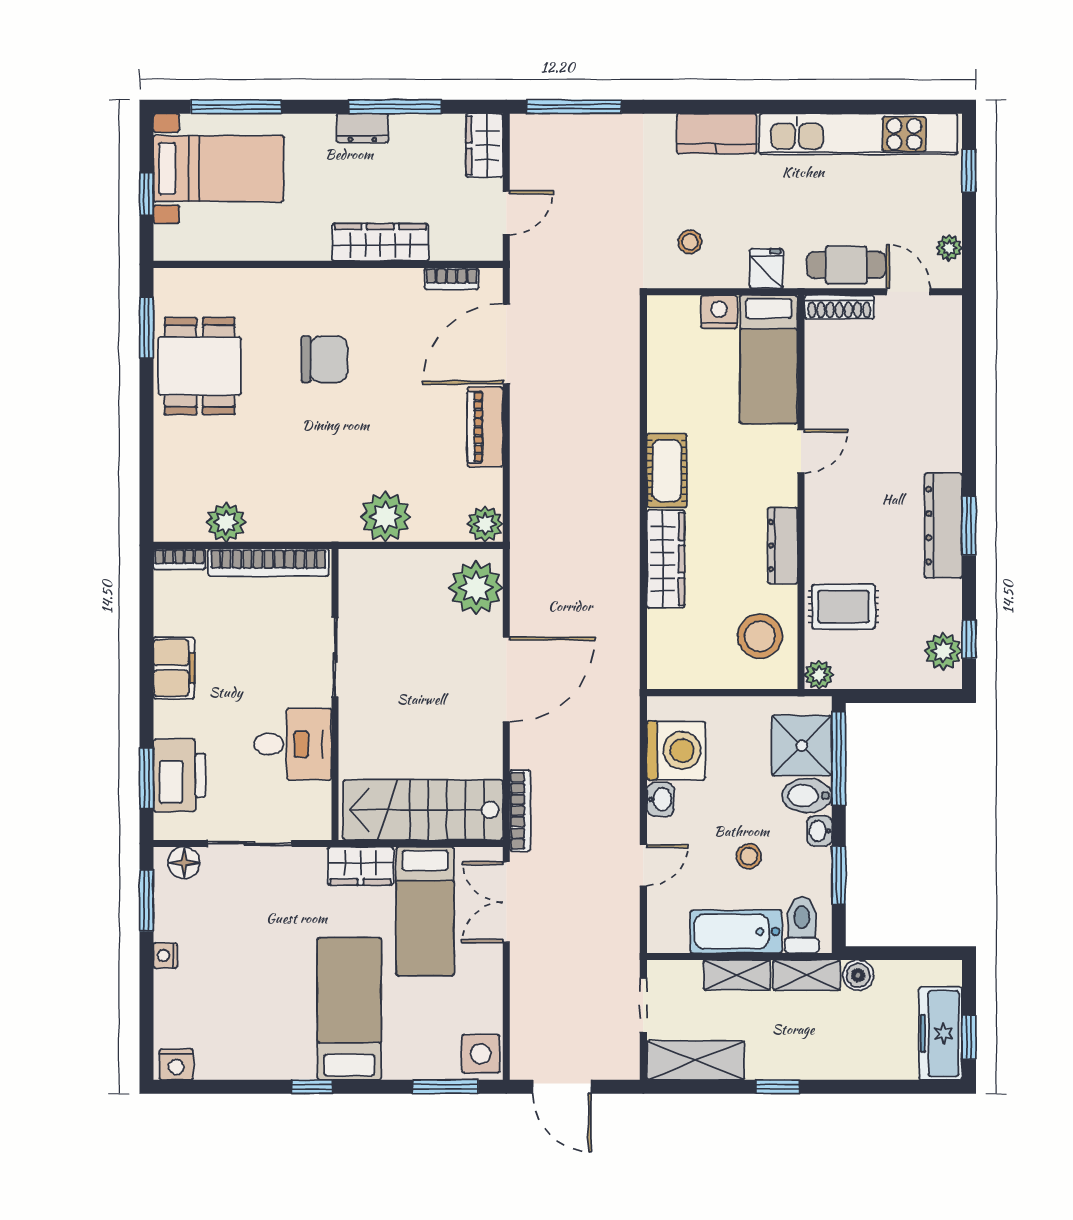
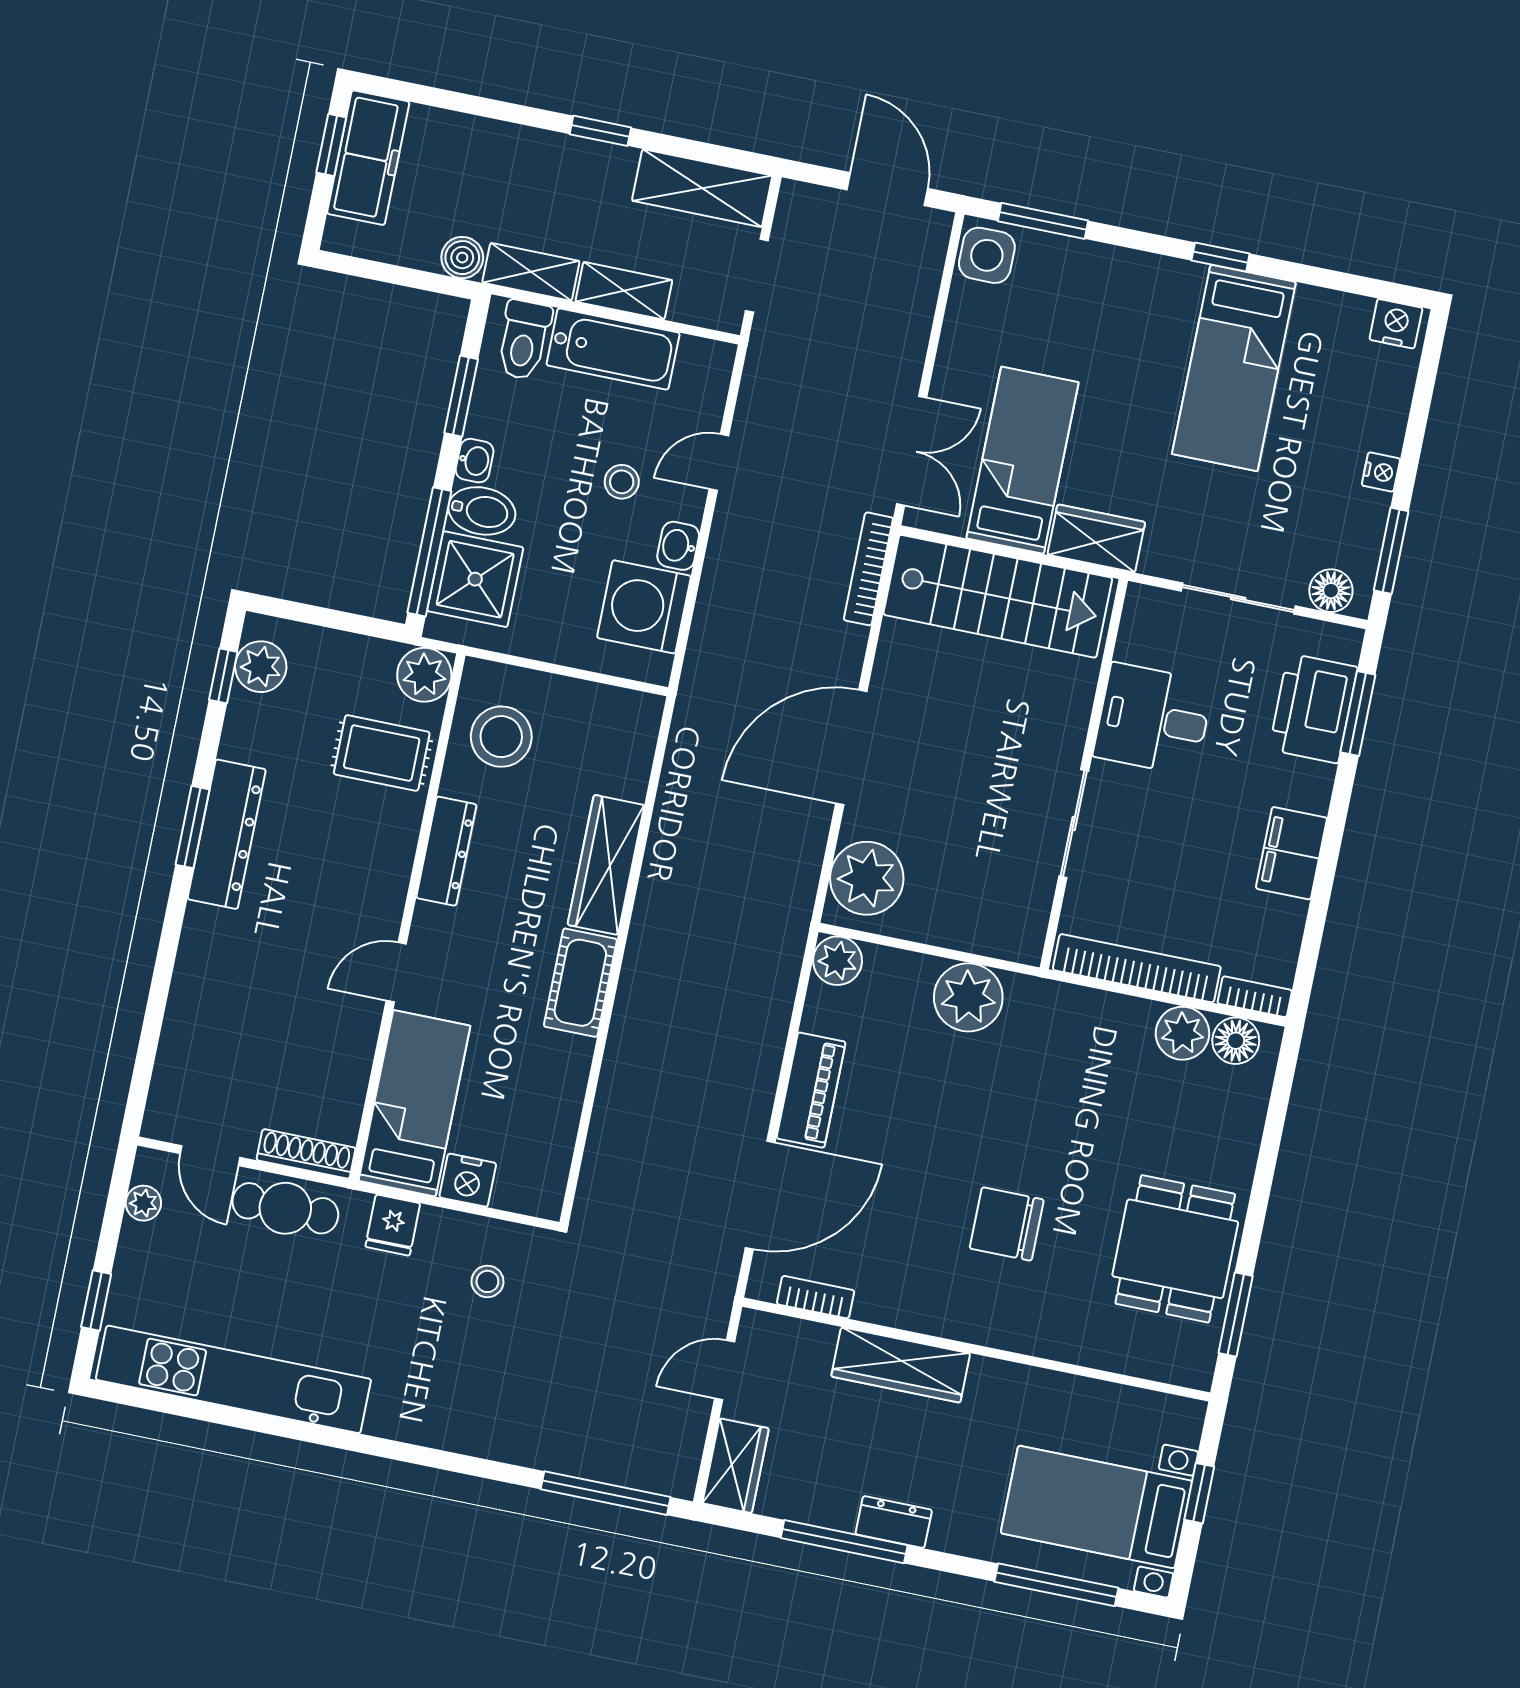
kitchen counter: (717, 134) -> (423, 1419), removed
floor lamp: (187, 525) -> (1236, 1041), added
plant: (819, 675) -> (424, 675), width x1.38, depth x1.38
stool: (749, 856) -> (622, 482), moved
bed: (349, 1009) -> (1234, 368), moved

